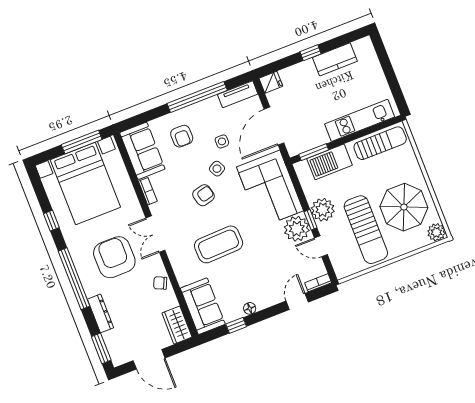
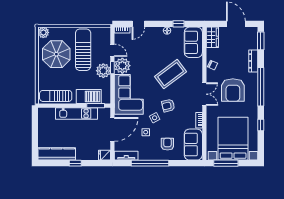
kitchen counter: (335, 59) -> (57, 154), width x1.50
kitchen unit: (360, 120) -> (77, 114), moved
coffee table: (219, 244) -> (171, 74), turned -35

